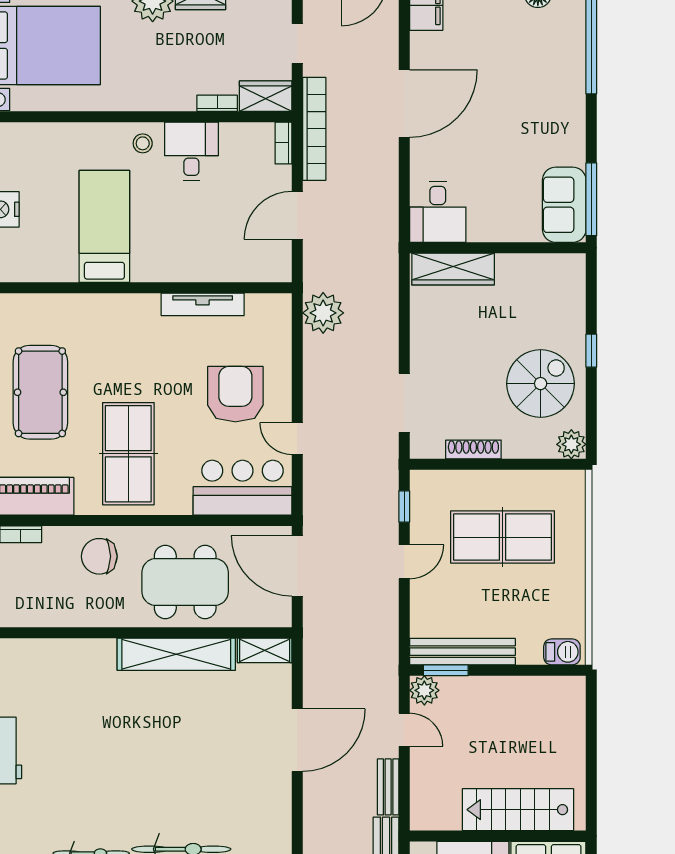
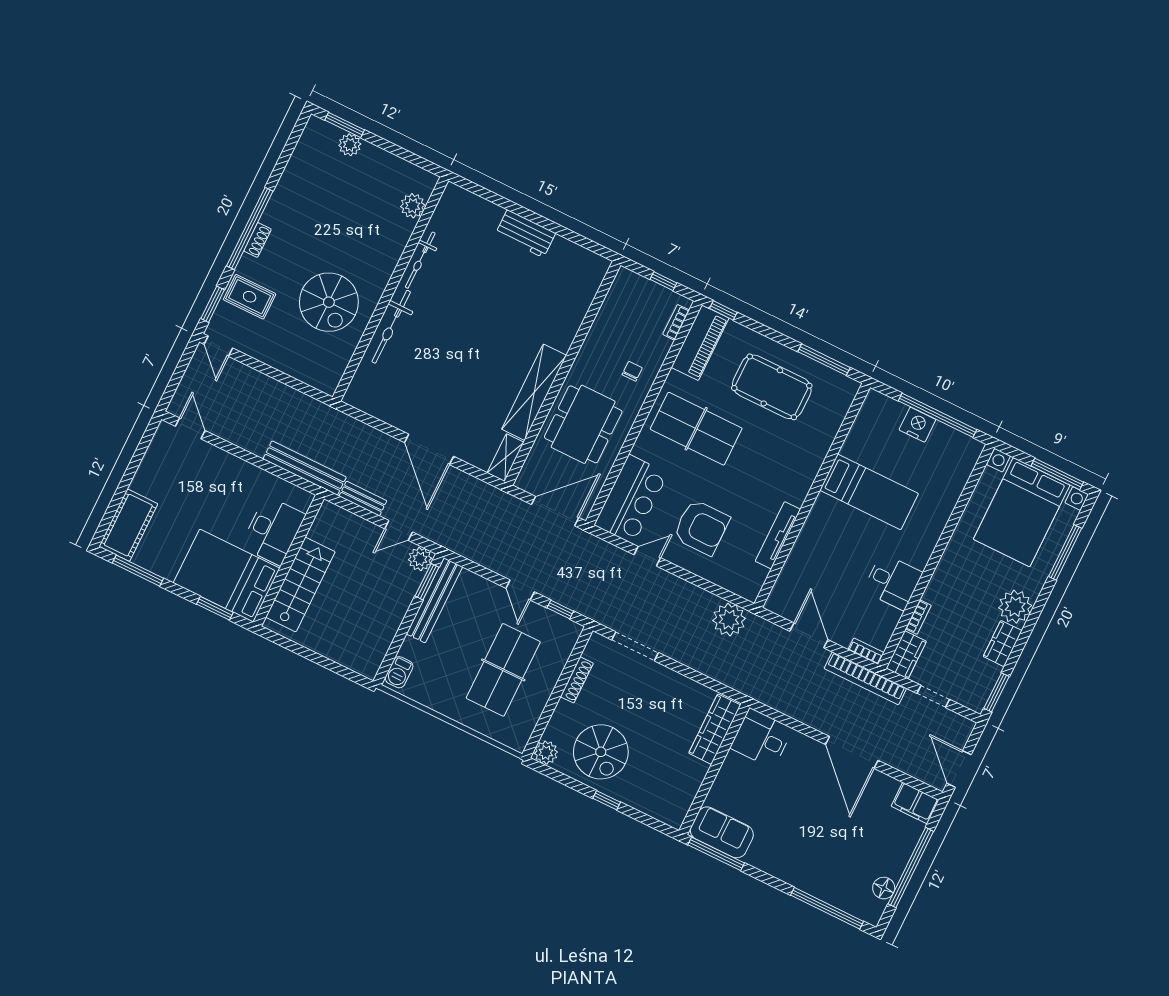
stool: (143, 143) -> (916, 549), removed
chair: (99, 556) -> (632, 371), width x0.54, depth x0.54

